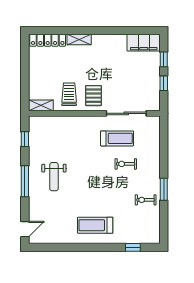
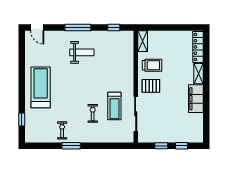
filing cabinet: (144, 43) -> (196, 99), moved
weight bench: (54, 177) -> (82, 52), turned 180
treadmill: (95, 225) -> (41, 87), width x1.37, depth x1.38

